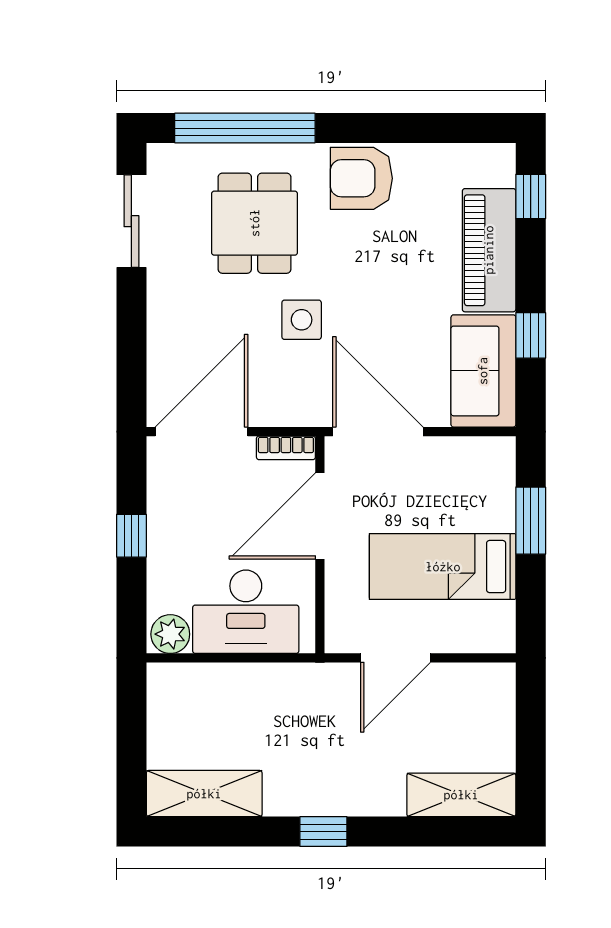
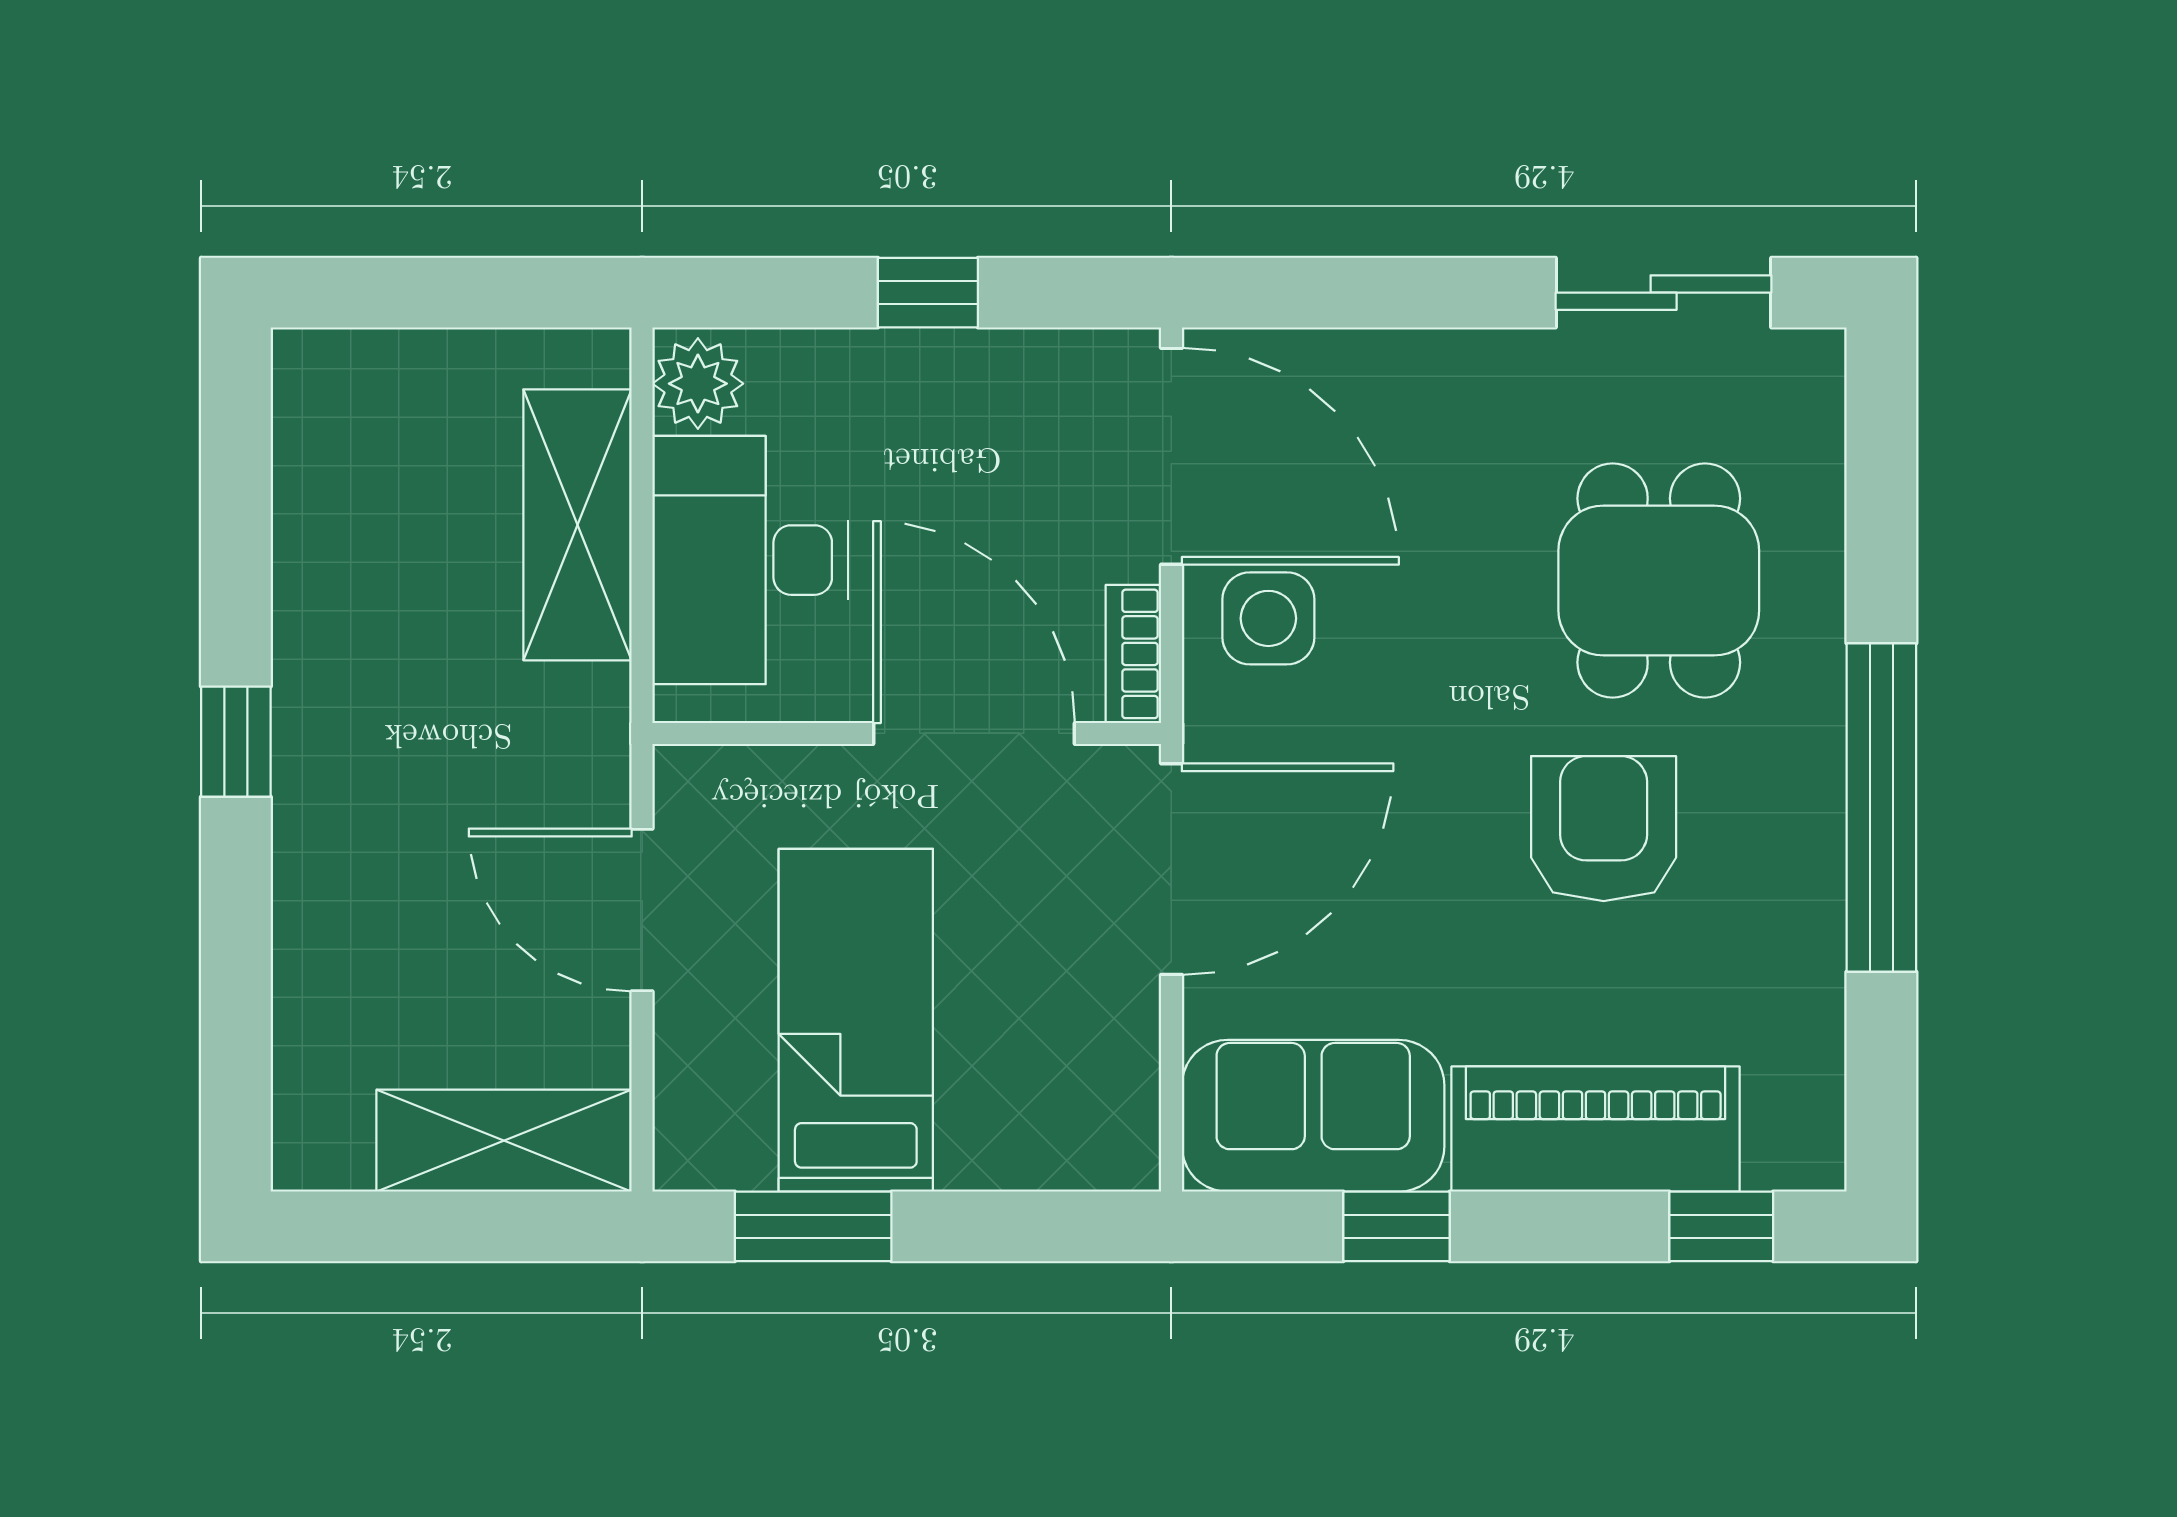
window: (245, 128) -> (1881, 807), moved
armchair: (361, 178) -> (1604, 829), moved
dining table: (255, 223) -> (1659, 580), turned 90
side table: (302, 320) -> (1268, 618), moved
window: (531, 521) -> (813, 1226), moved
shelving: (204, 794) -> (577, 525), moved
shelving: (461, 795) -> (504, 1141), moved, turned 90

